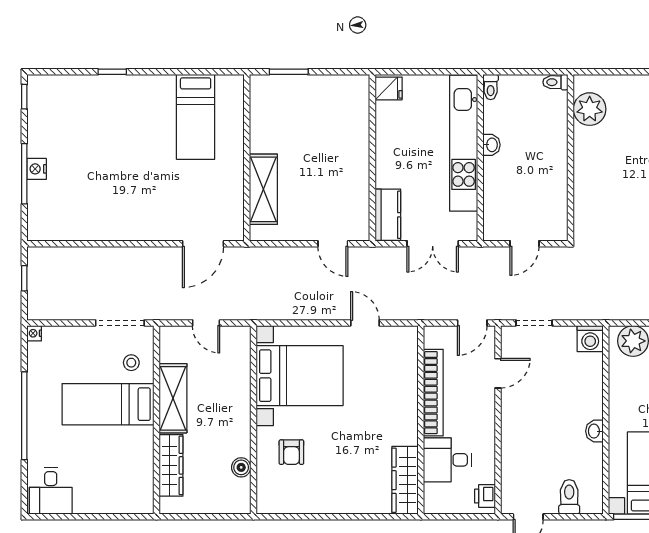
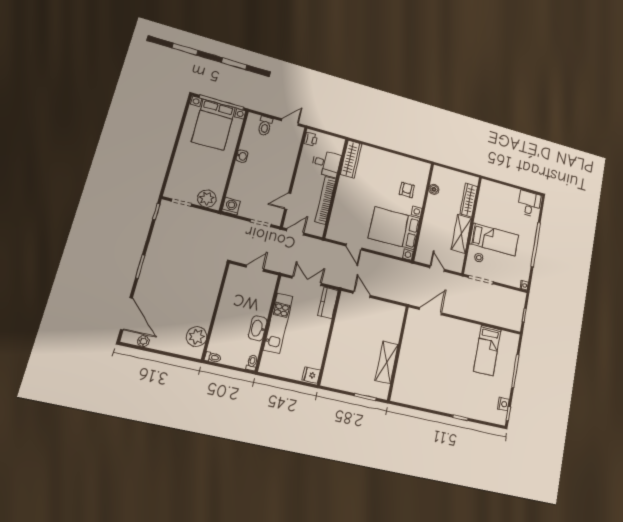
bed: (196, 117) -> (487, 350), moved, turned 180
kitchen unit: (464, 143) -> (278, 323), width x0.73
washbasin: (491, 145) -> (258, 328), width x1.91, depth x1.45
nightstand: (37, 169) -> (503, 404), moved
shelving: (263, 189) -> (387, 362), moved

